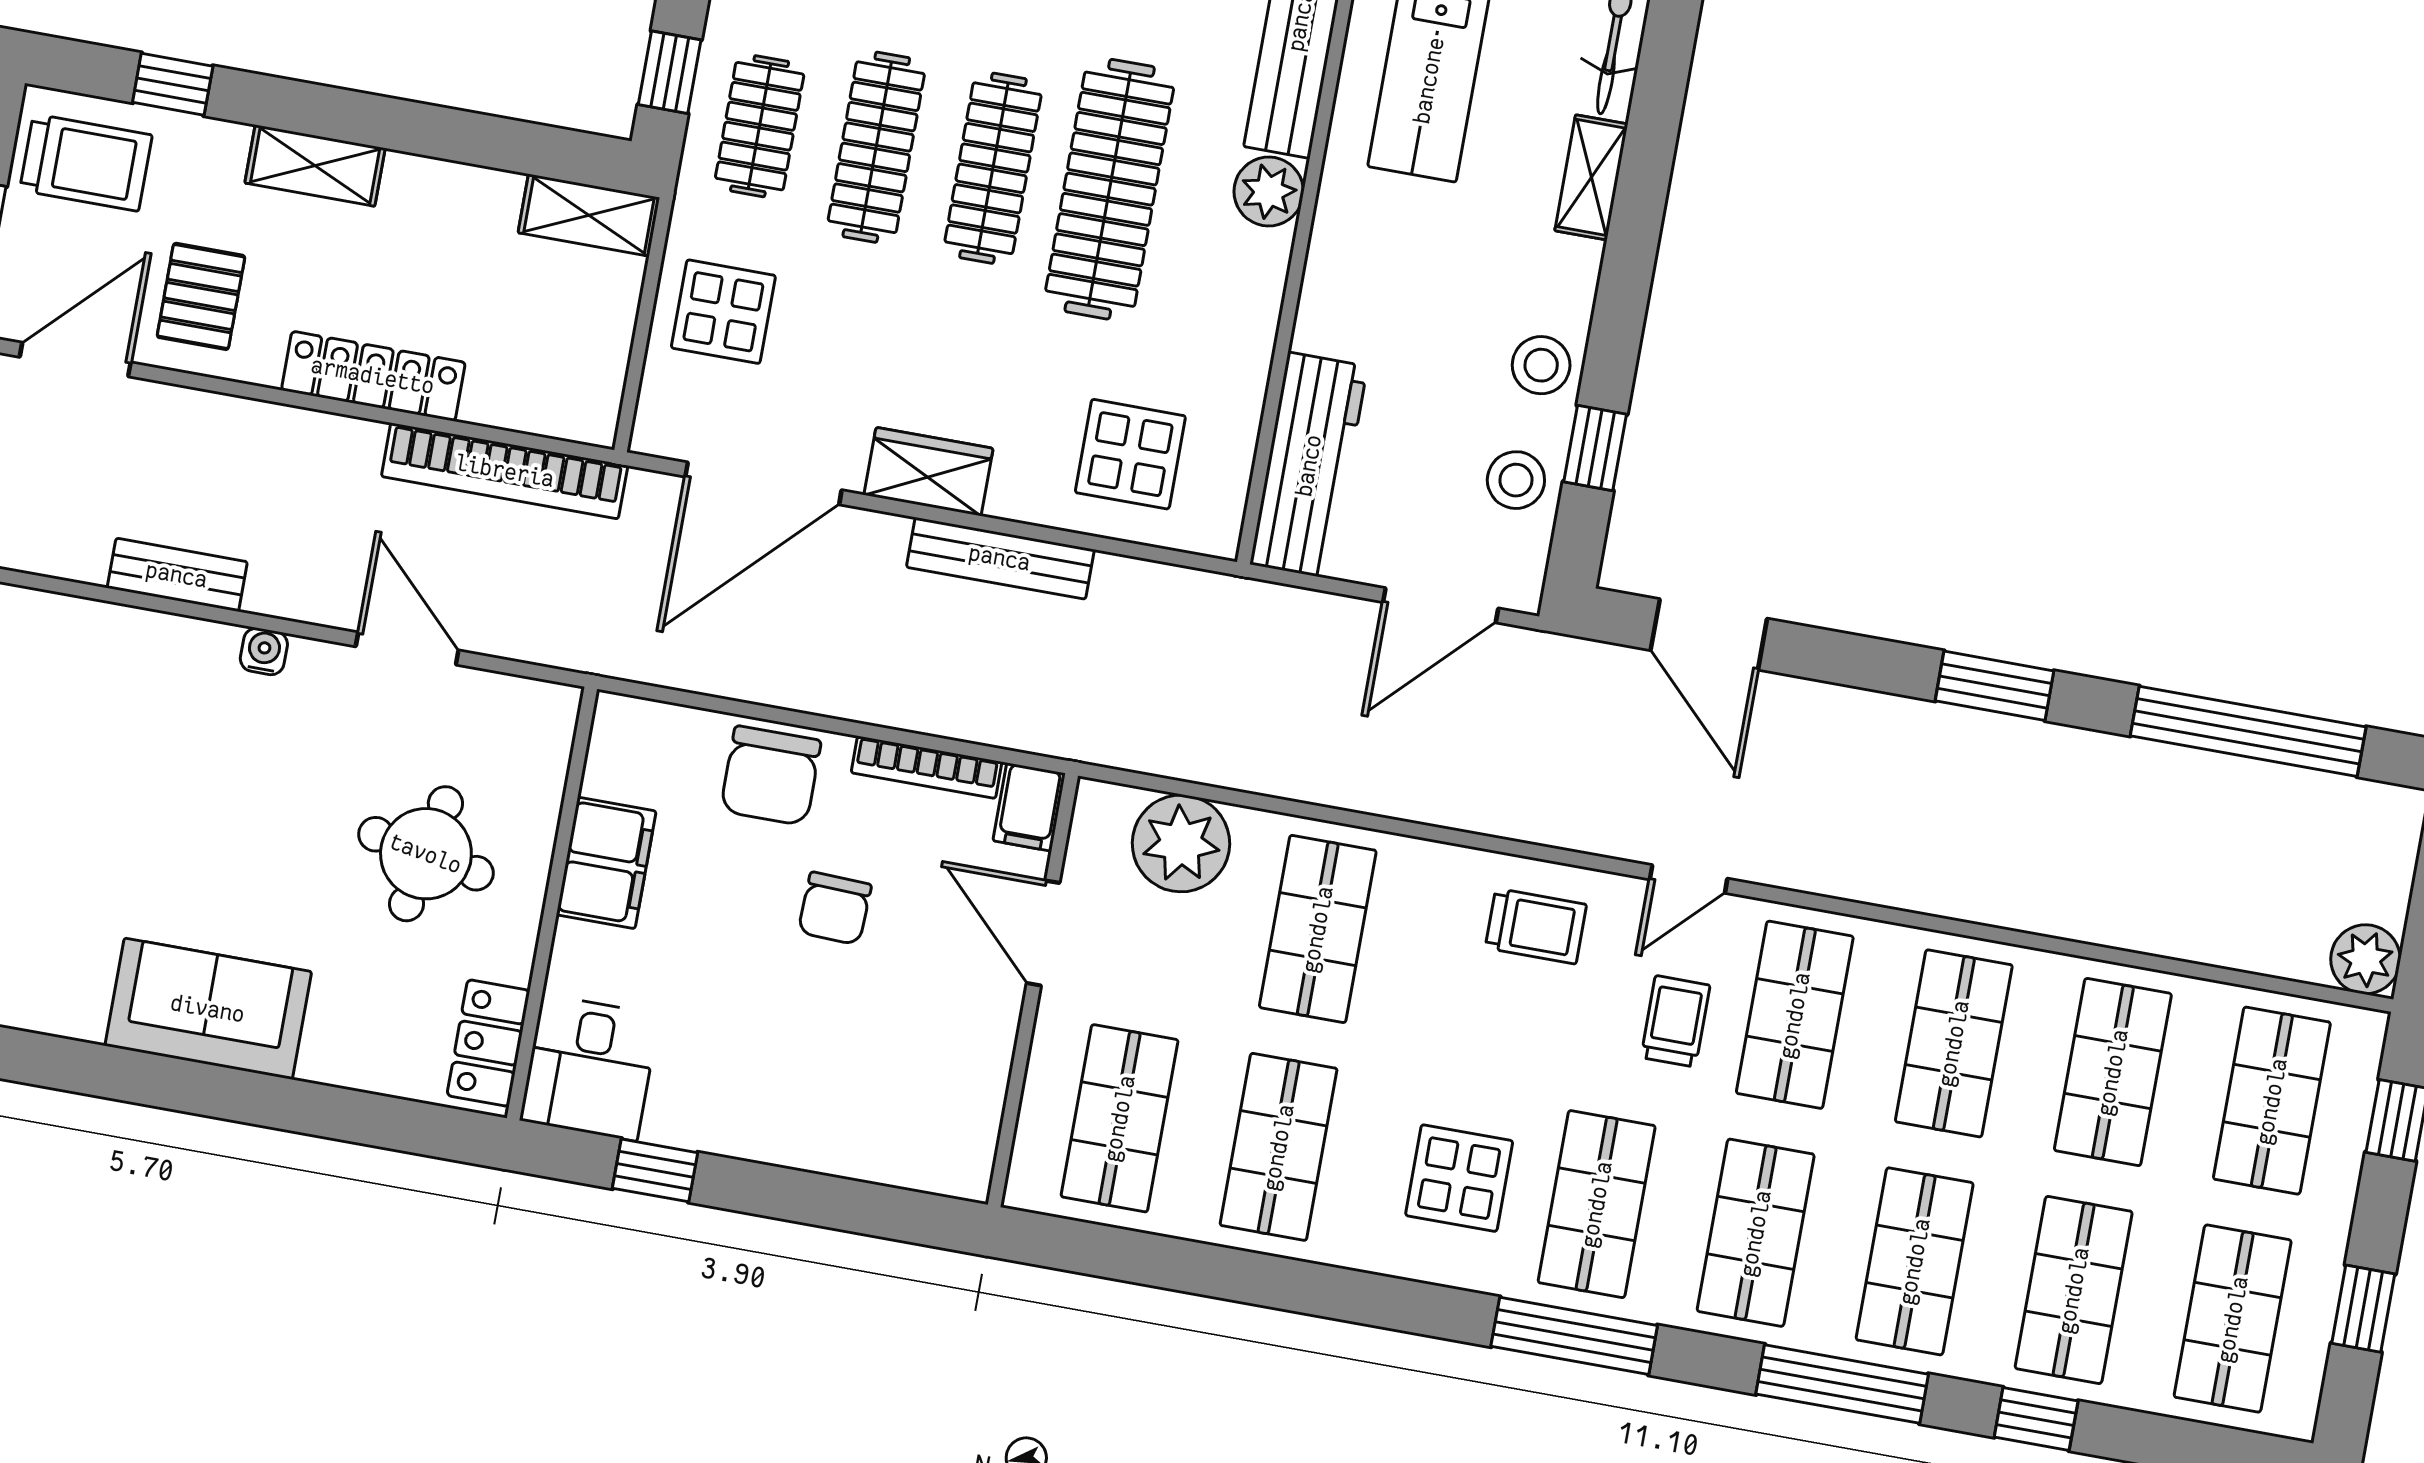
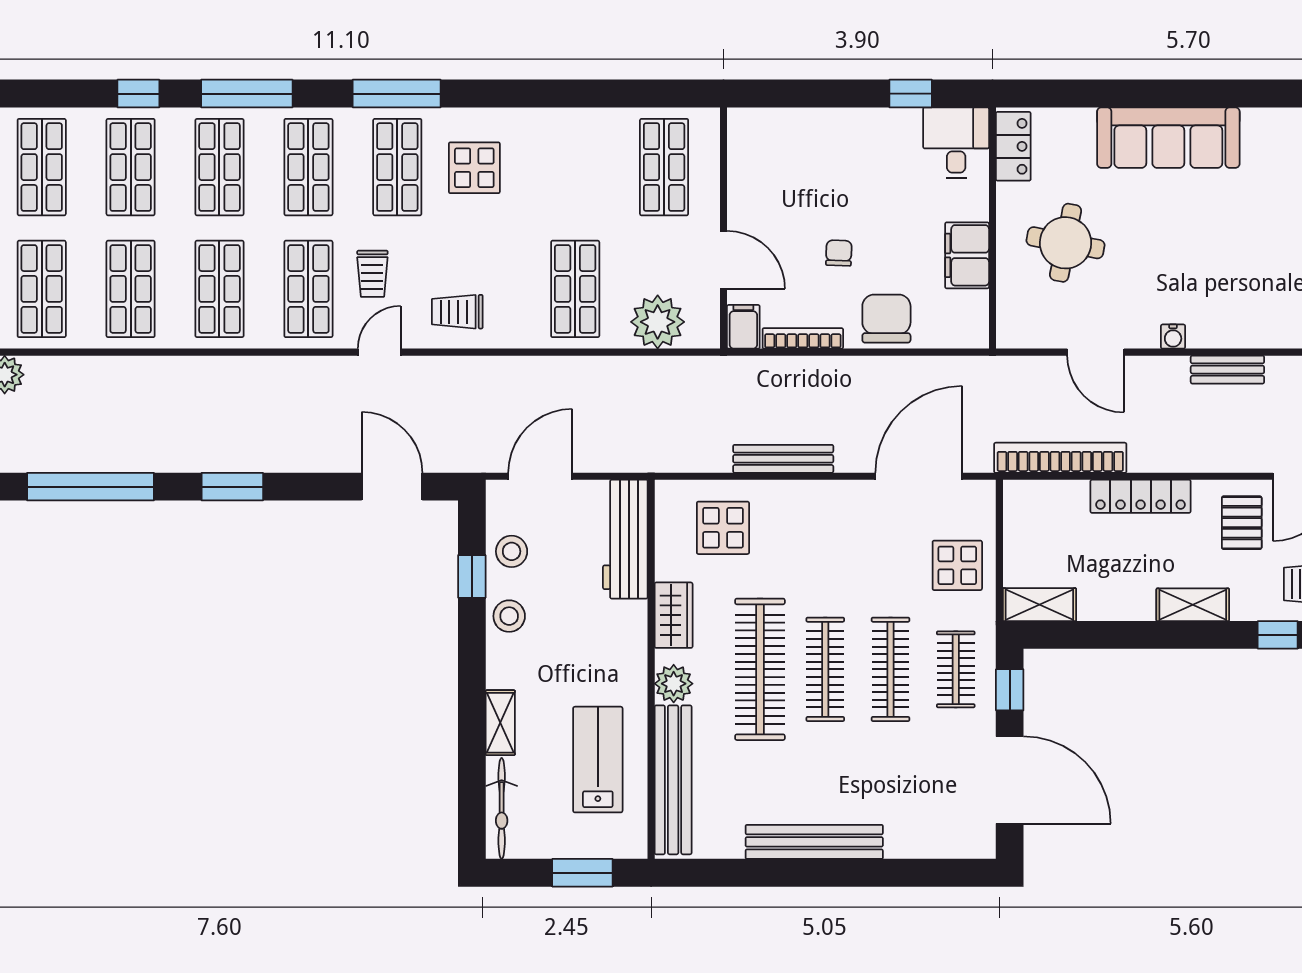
wardrobe: (928, 472) -> (674, 615), moved, turned -90
chair: (835, 908) -> (839, 253), width x0.73, depth x0.73
sofa: (208, 1009) -> (1168, 138), width x1.36
shop shelf: (1279, 1147) -> (575, 167), removed

